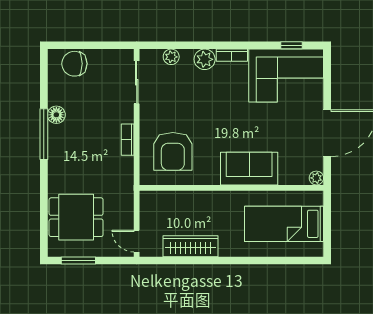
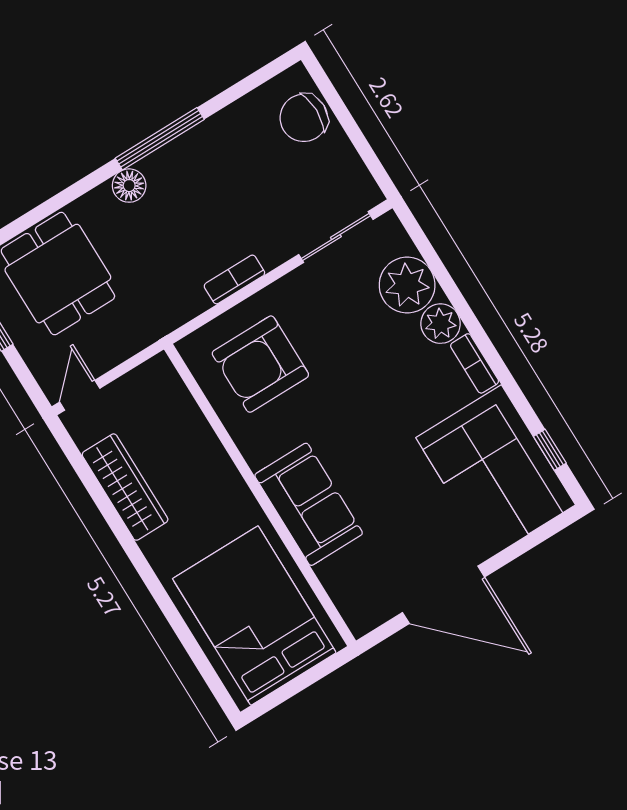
plant: (171, 57) -> (407, 285), width x1.87, depth x1.87
chair: (74, 64) -> (304, 118), turned -90
floor lamp: (56, 115) -> (129, 186), moved
plant: (316, 178) -> (360, 622), removed
bed: (284, 224) -> (254, 616), width x1.50

